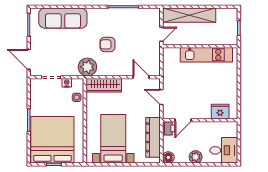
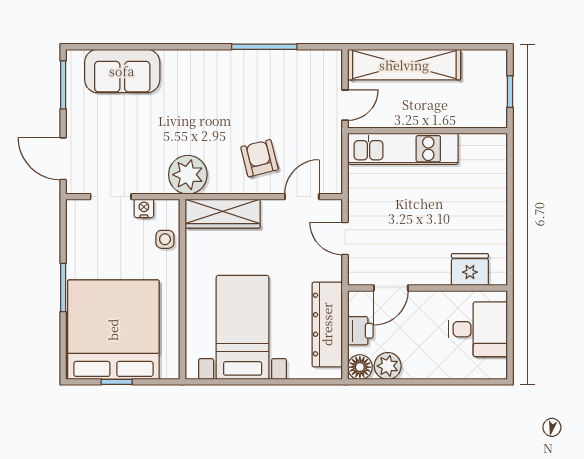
sofa: (63, 18) -> (122, 71), width x0.73
armchair: (107, 44) -> (259, 158), moved, turned 76
kitchen unit: (206, 55) -> (403, 149), moved
door: (141, 77) -> (302, 197), hinge flipped
printer: (169, 128) -> (360, 331), moved
desk: (224, 150) -> (478, 329), moved
plant: (196, 157) -> (388, 366), moved

